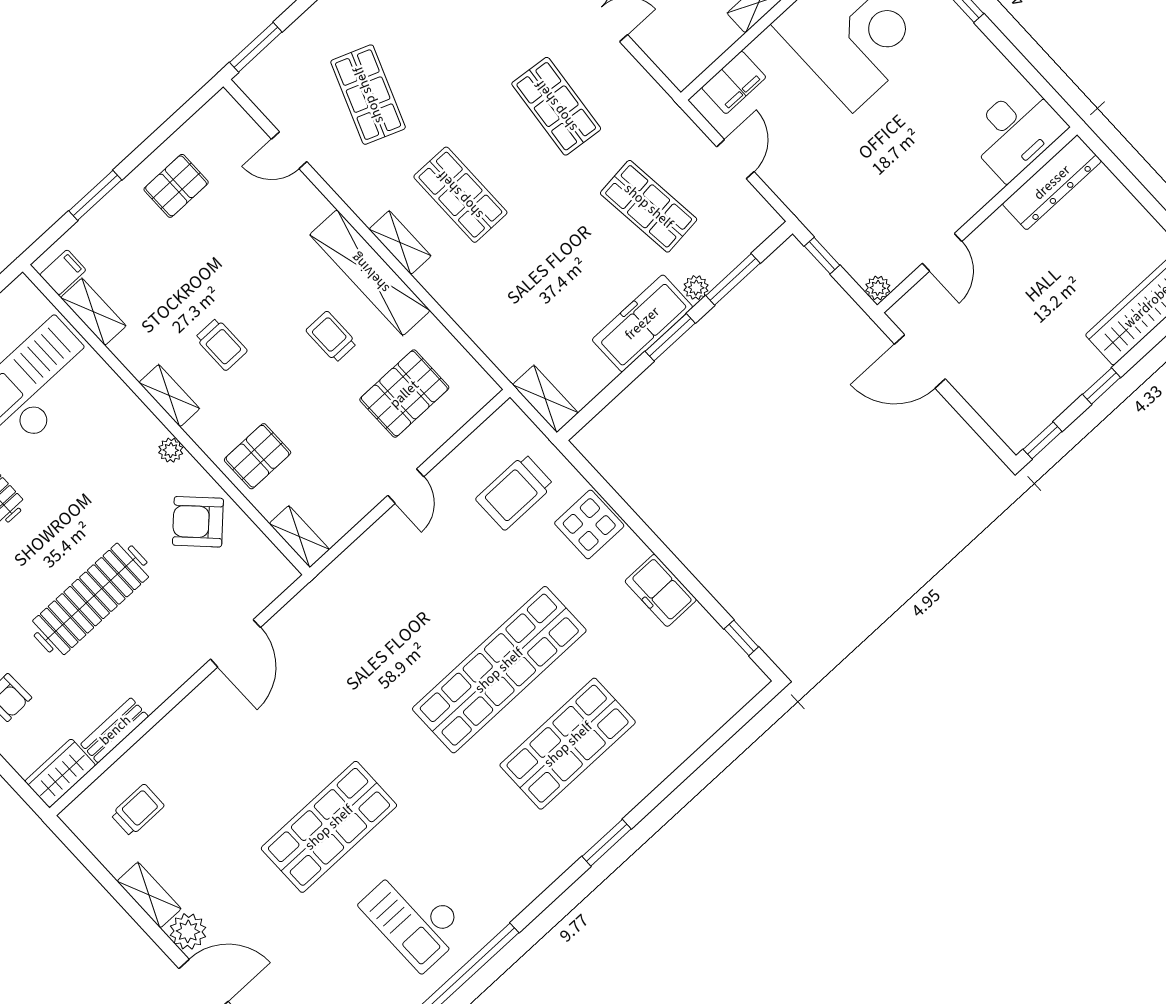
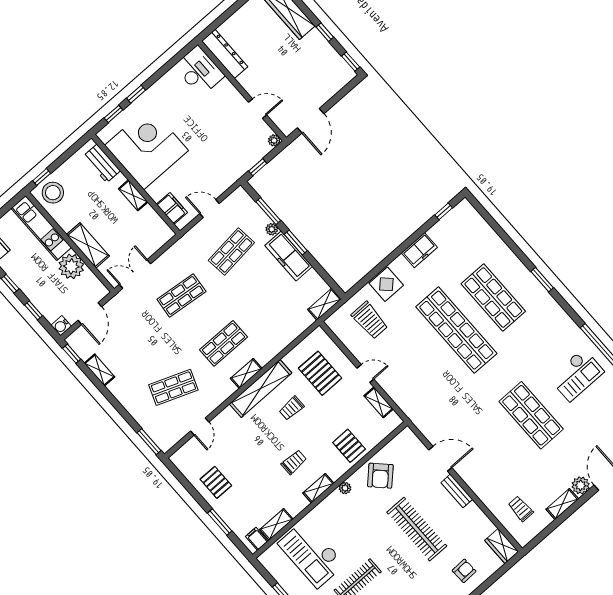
shelving: (299, 537) -> (379, 402), moved, turned 90
bench: (115, 730) -> (457, 491), moved

